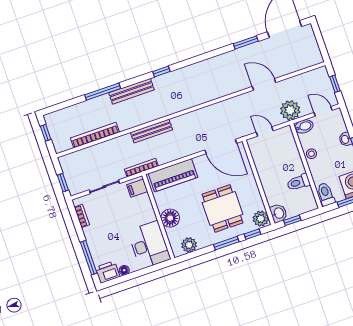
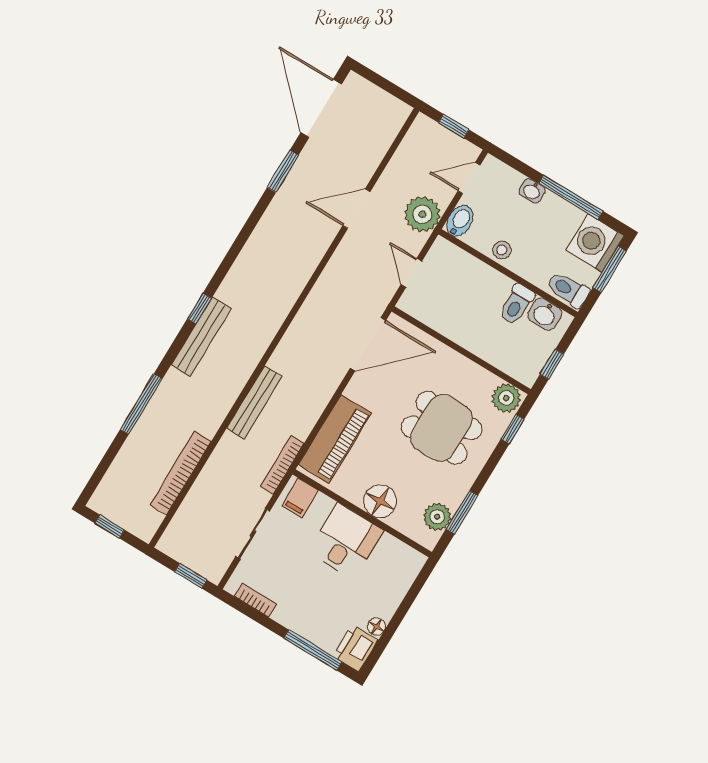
bench: (131, 91) -> (201, 337), moved
door: (265, 131) -> (411, 273), hinge flipped
washbasin: (279, 213) -> (545, 314), moved, turned 180
window: (226, 243) -> (462, 512), moved
desk: (149, 245) -> (346, 541), moved, width x0.73

